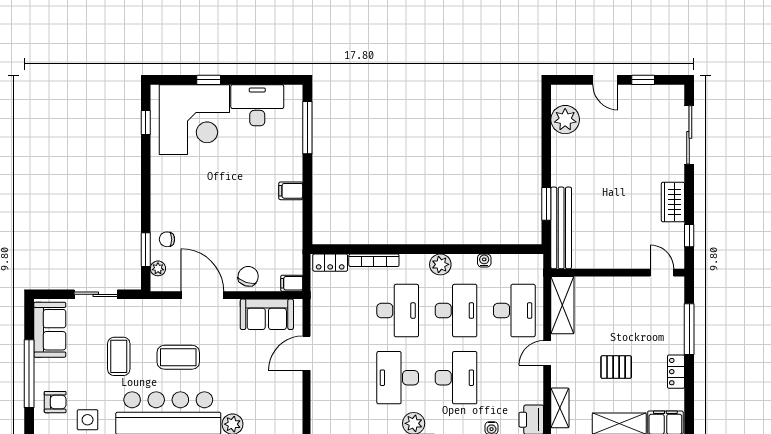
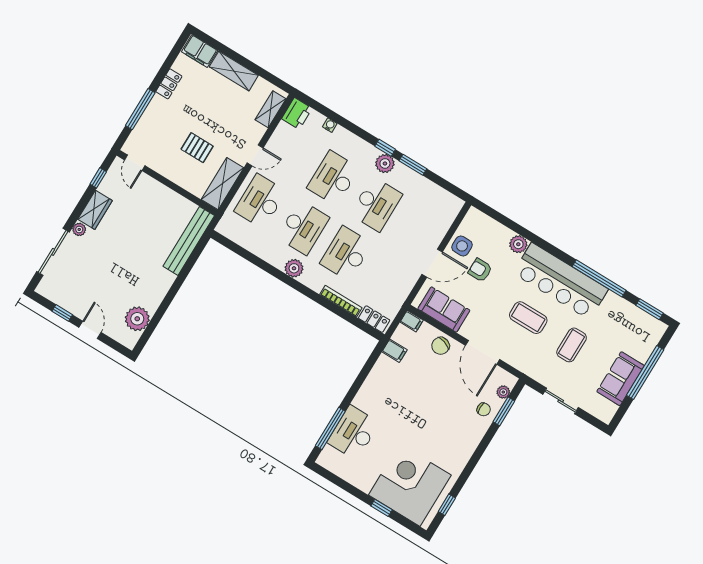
desk: (257, 105) -> (353, 433), moved, turned 90
plant: (677, 173) -> (79, 229), added
filing cabinet: (291, 191) -> (394, 351), moved
window: (546, 204) -> (189, 265), removed
water cooler: (484, 260) -> (260, 252), removed
desk: (456, 311) -> (303, 227), turned 180
sofa: (50, 330) -> (621, 379), moved
pallet: (616, 367) -> (197, 148), moved
armchair: (55, 402) -> (480, 270), moved
side table: (88, 420) -> (462, 246), moved

